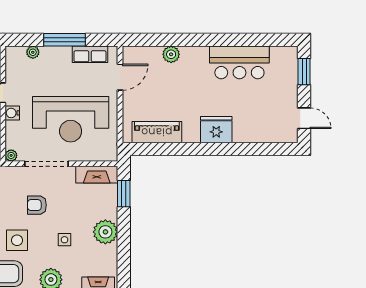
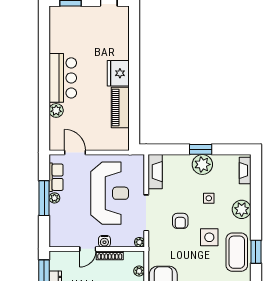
plant: (33, 52) -> (54, 198), moved
bar counter: (239, 62) -> (63, 78), moved
piano: (157, 132) -> (120, 108), moved
window: (124, 194) -> (201, 149), moved

